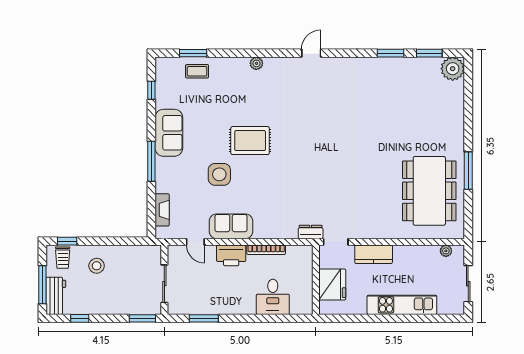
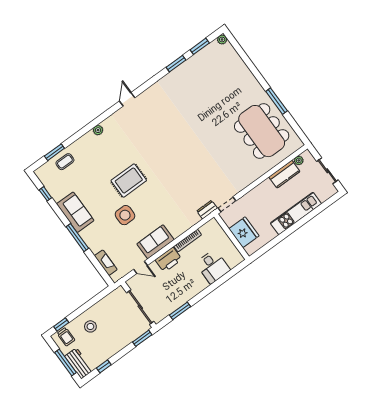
plant: (453, 69) -> (222, 40), width x0.53, depth x0.53
kitchen counter: (374, 254) -> (284, 174), moved
sliding door: (164, 284) -> (140, 307), width x1.37

